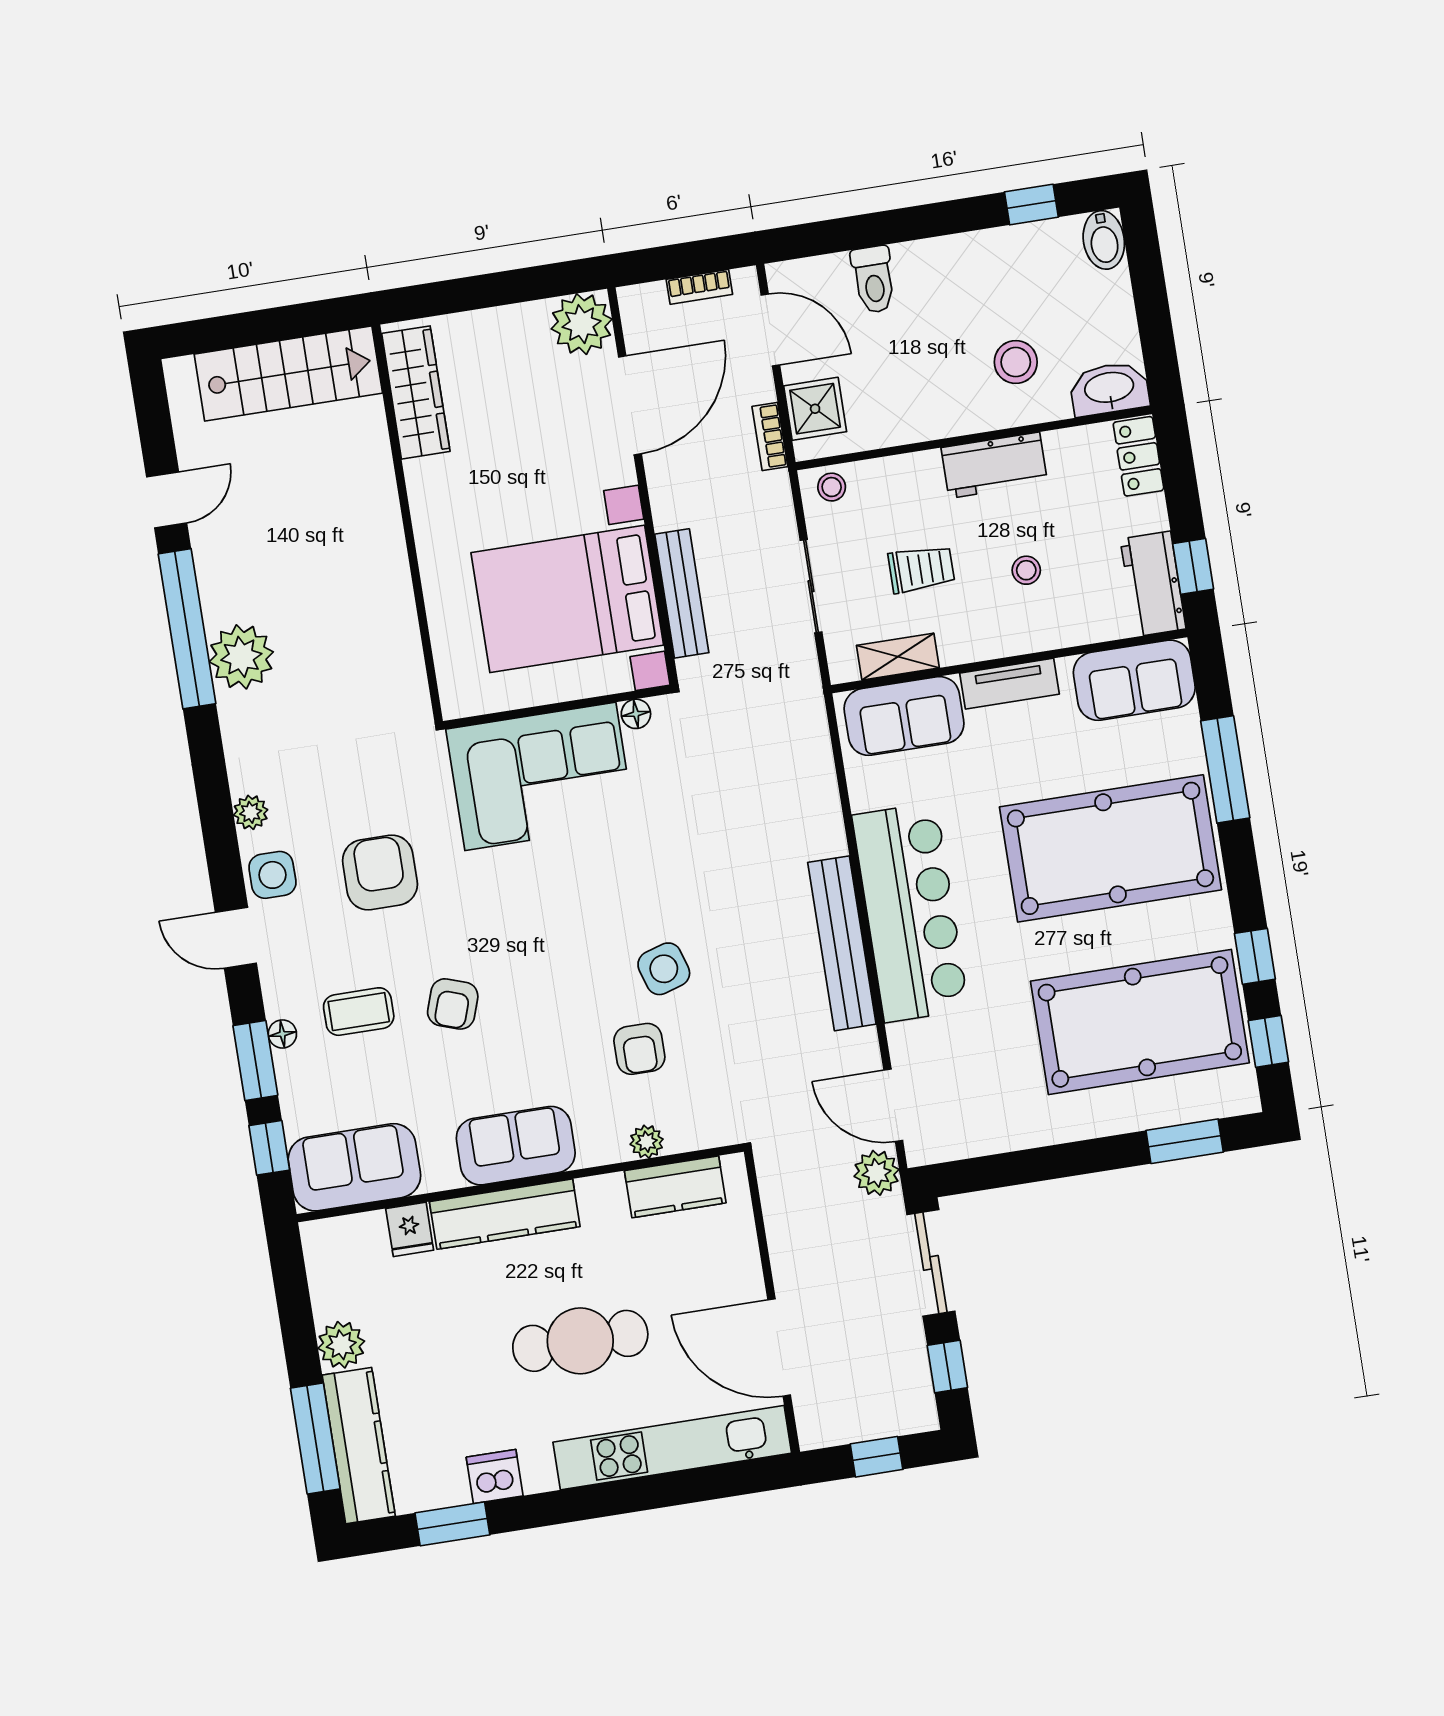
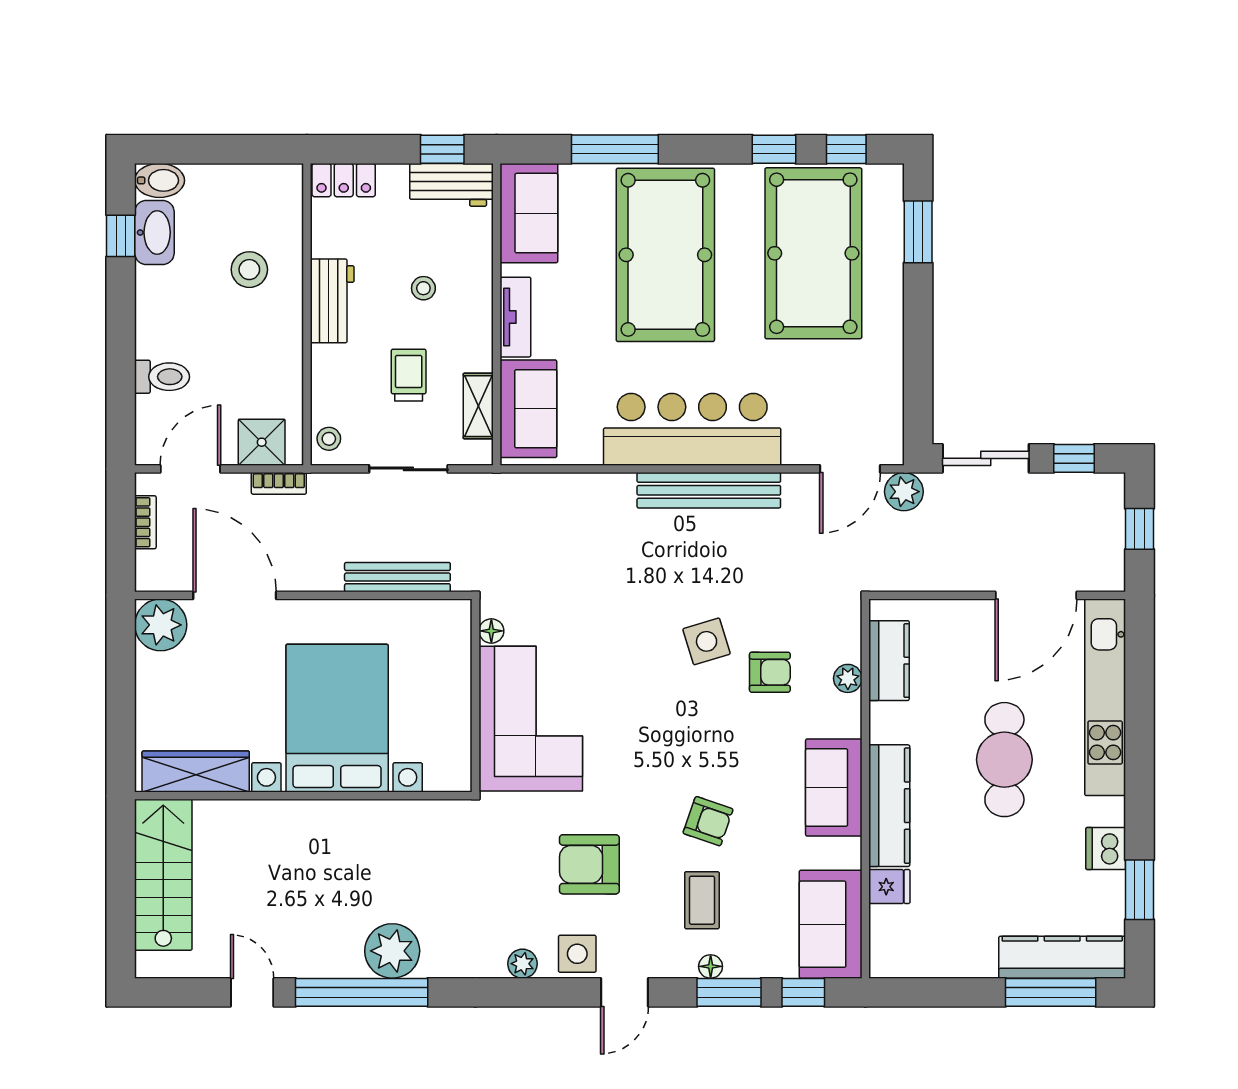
washbasin: (1109, 389) -> (154, 233), moved, turned 180
bed with nightstands: (567, 599) -> (337, 718), moved, turned 180
plant: (341, 1345) -> (976, 958), removed

